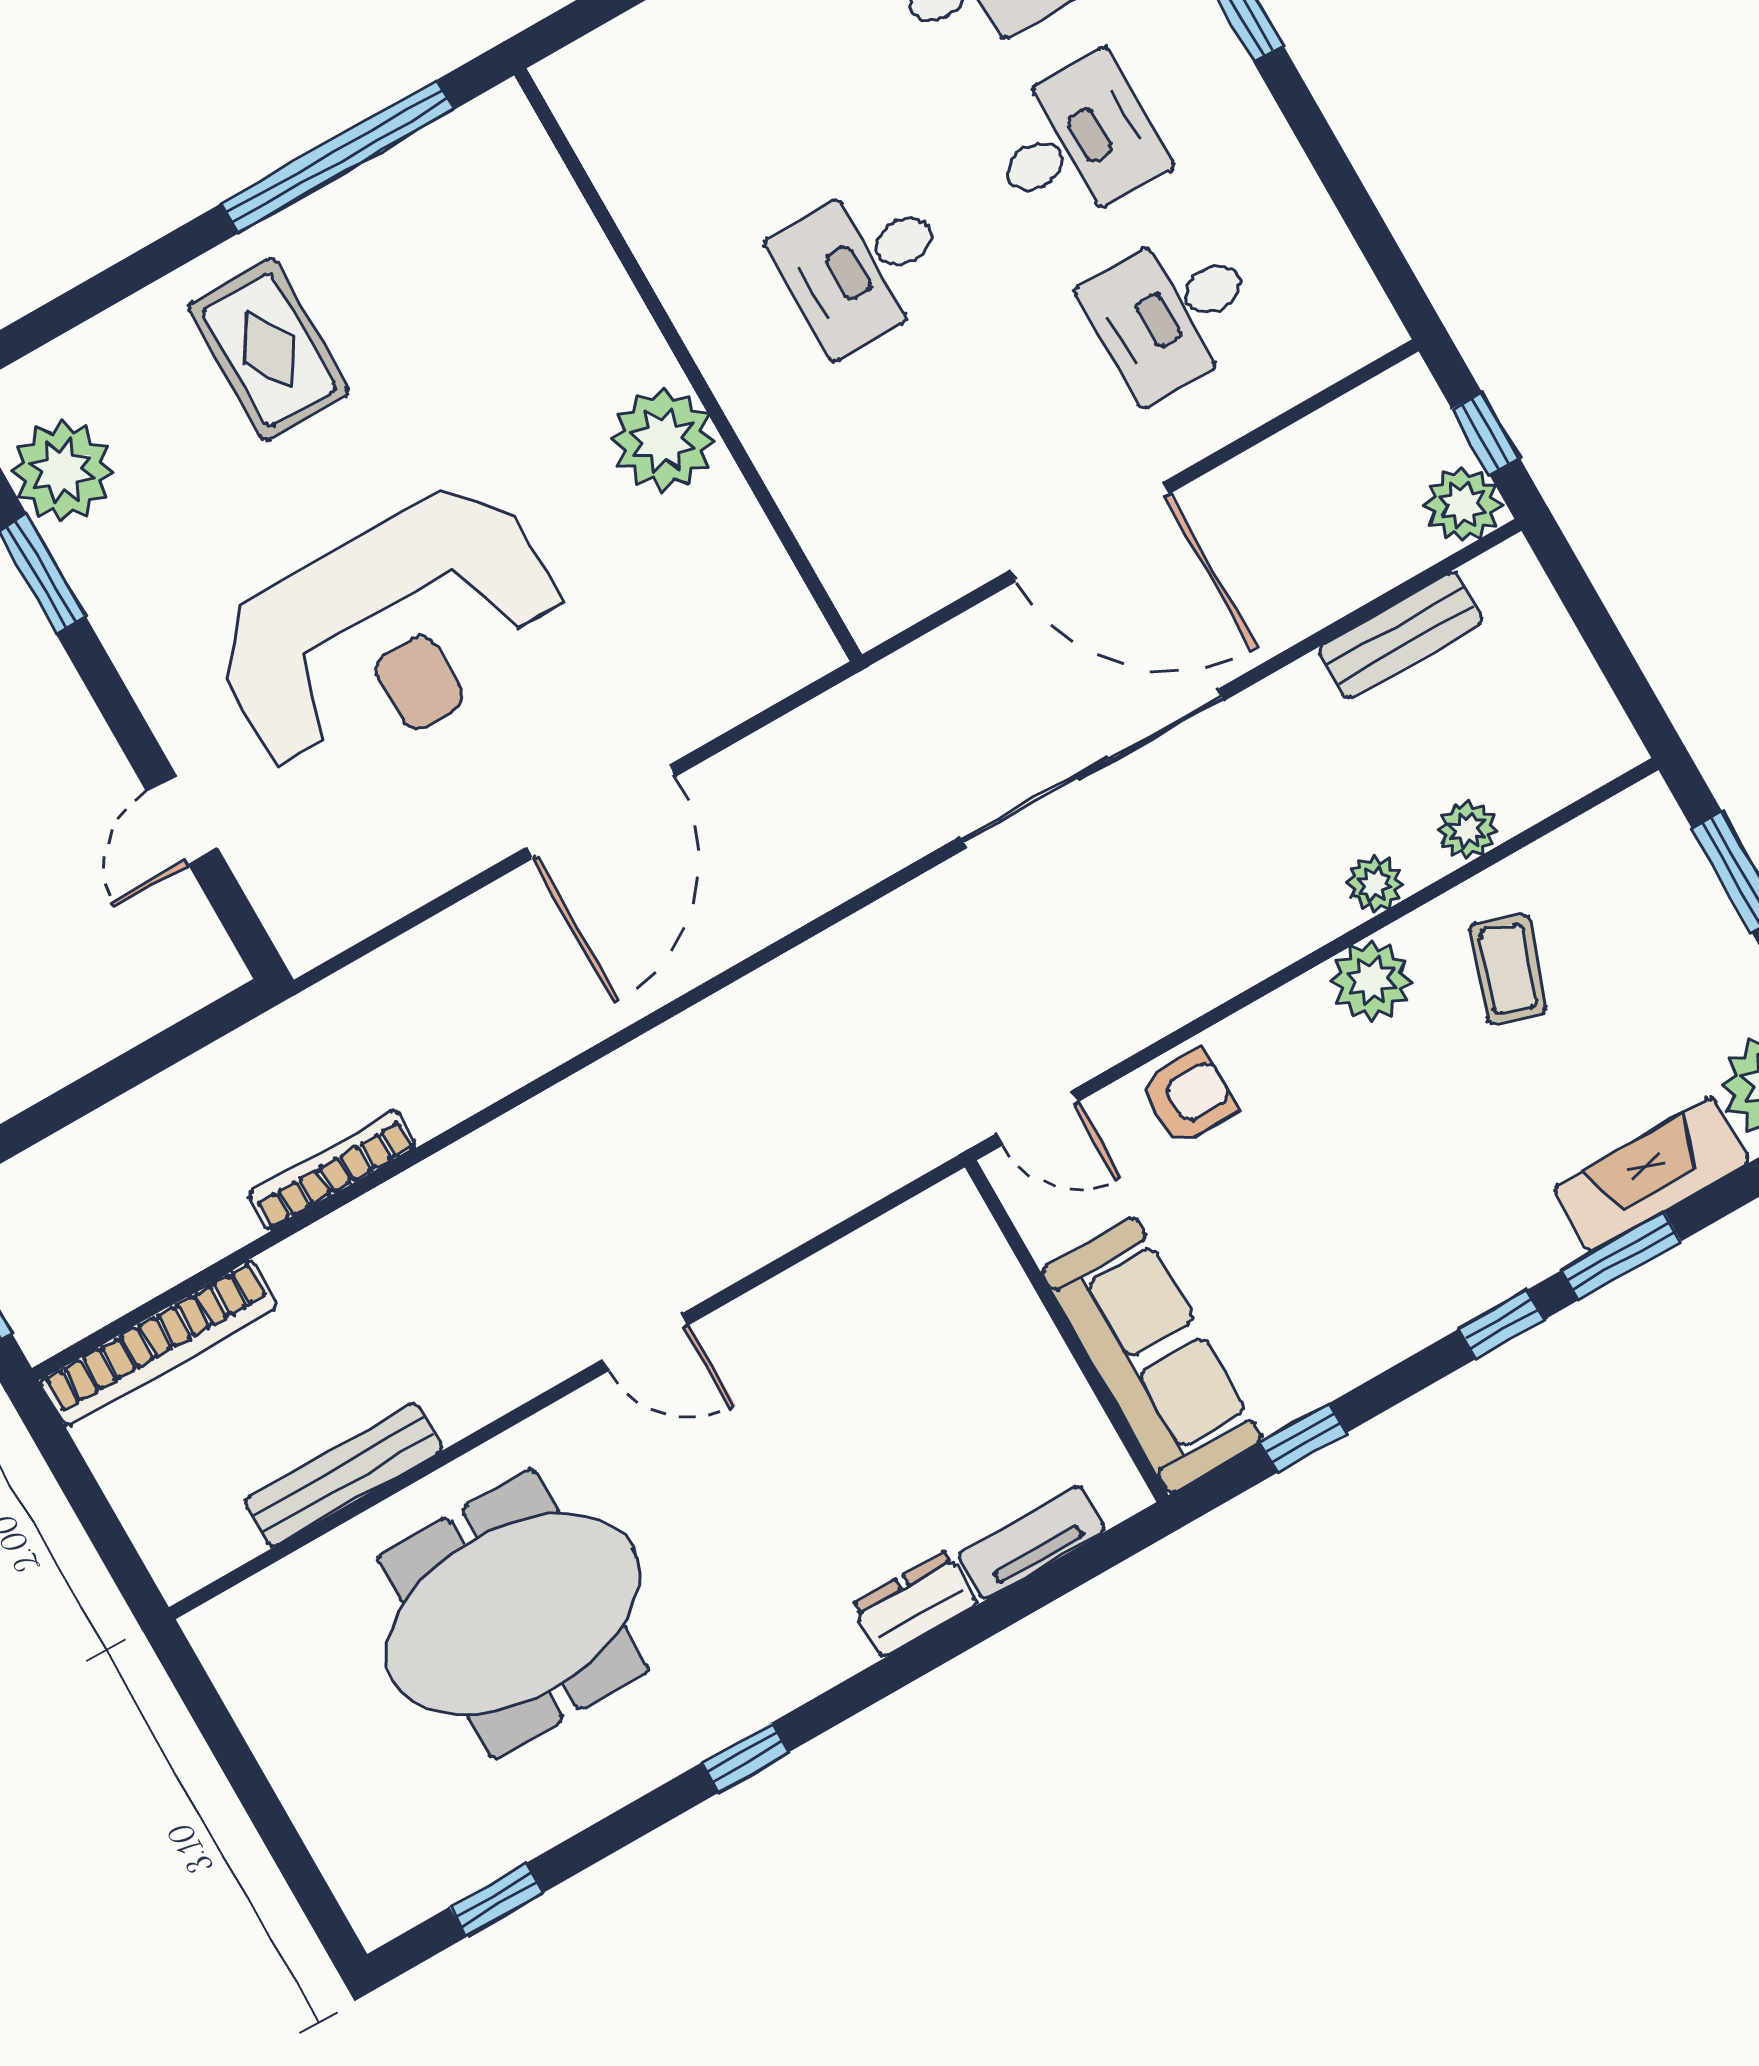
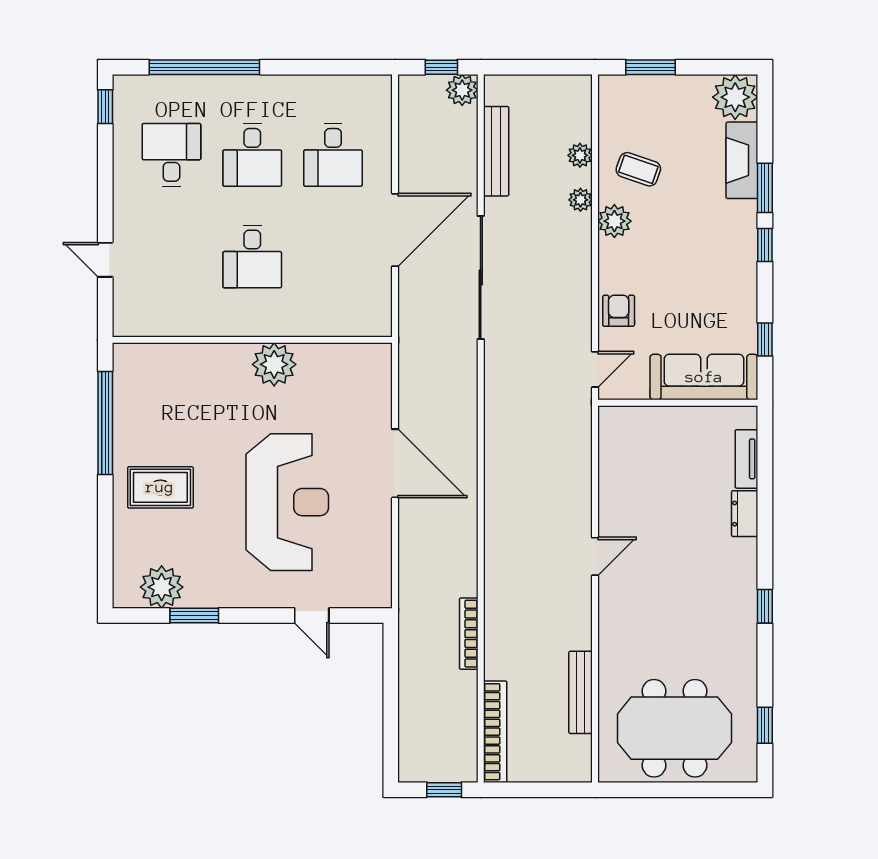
desk: (1075, 143) -> (252, 155), turned 180
bench: (1401, 635) -> (496, 151), width x1.36
meeting table: (513, 1614) -> (674, 728), moved, turned 90

